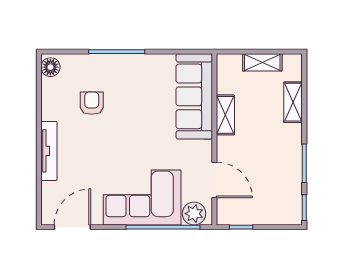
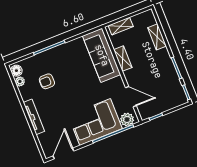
shelving: (262, 62) -> (121, 26), moved
plant: (49, 86) -> (20, 81), added
armchair: (92, 103) -> (47, 81), turned -90

